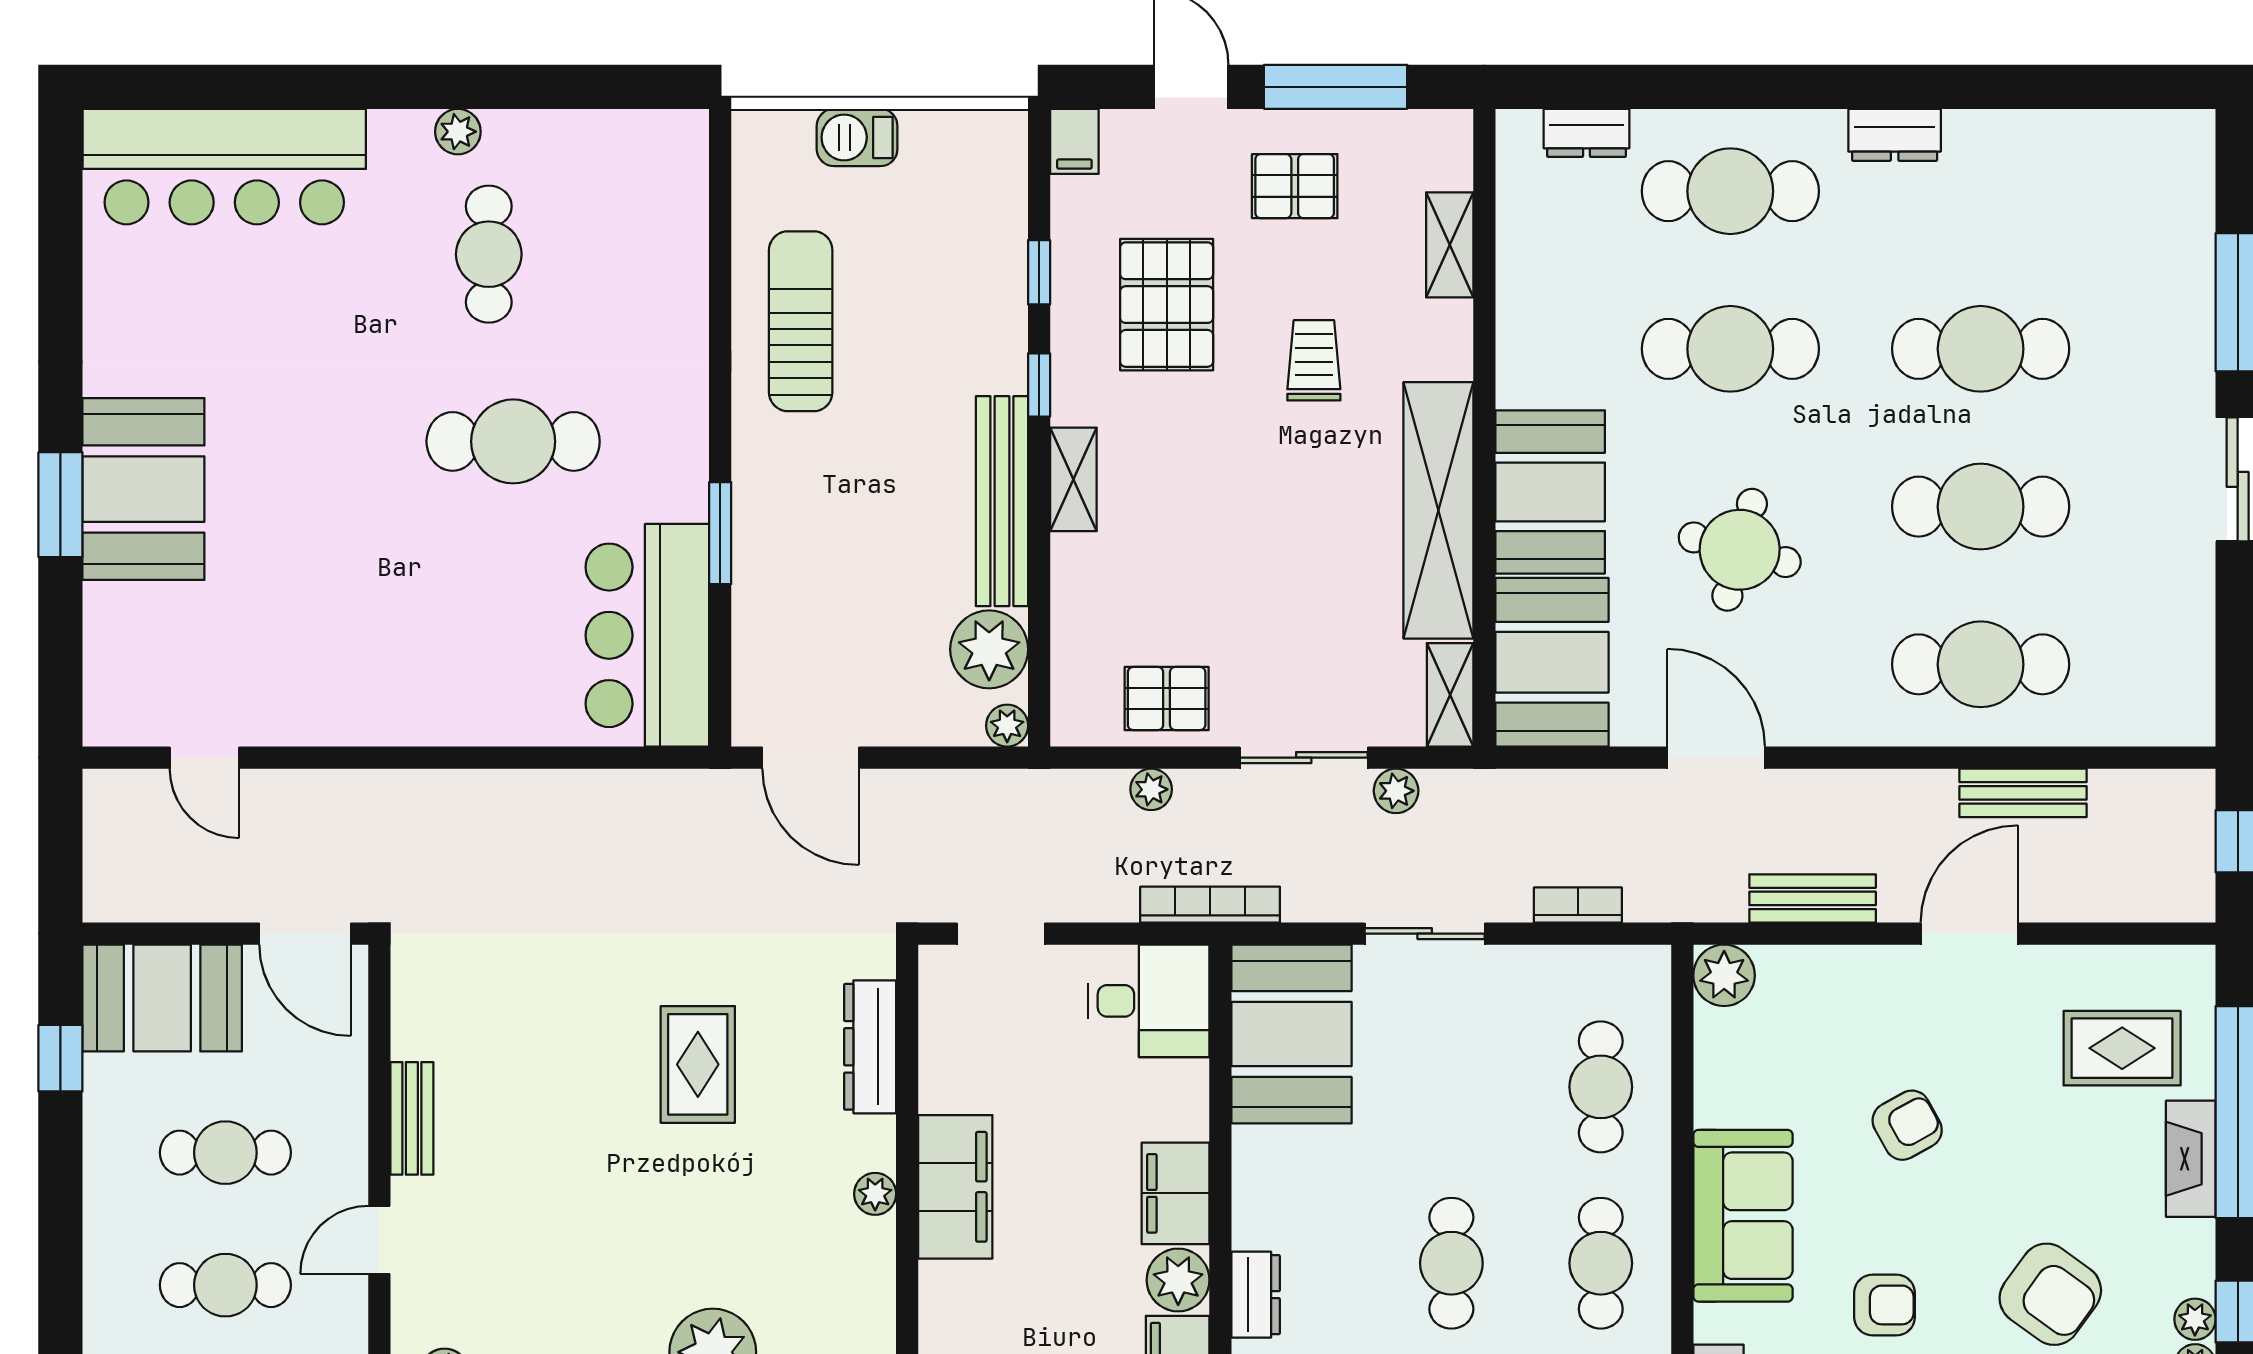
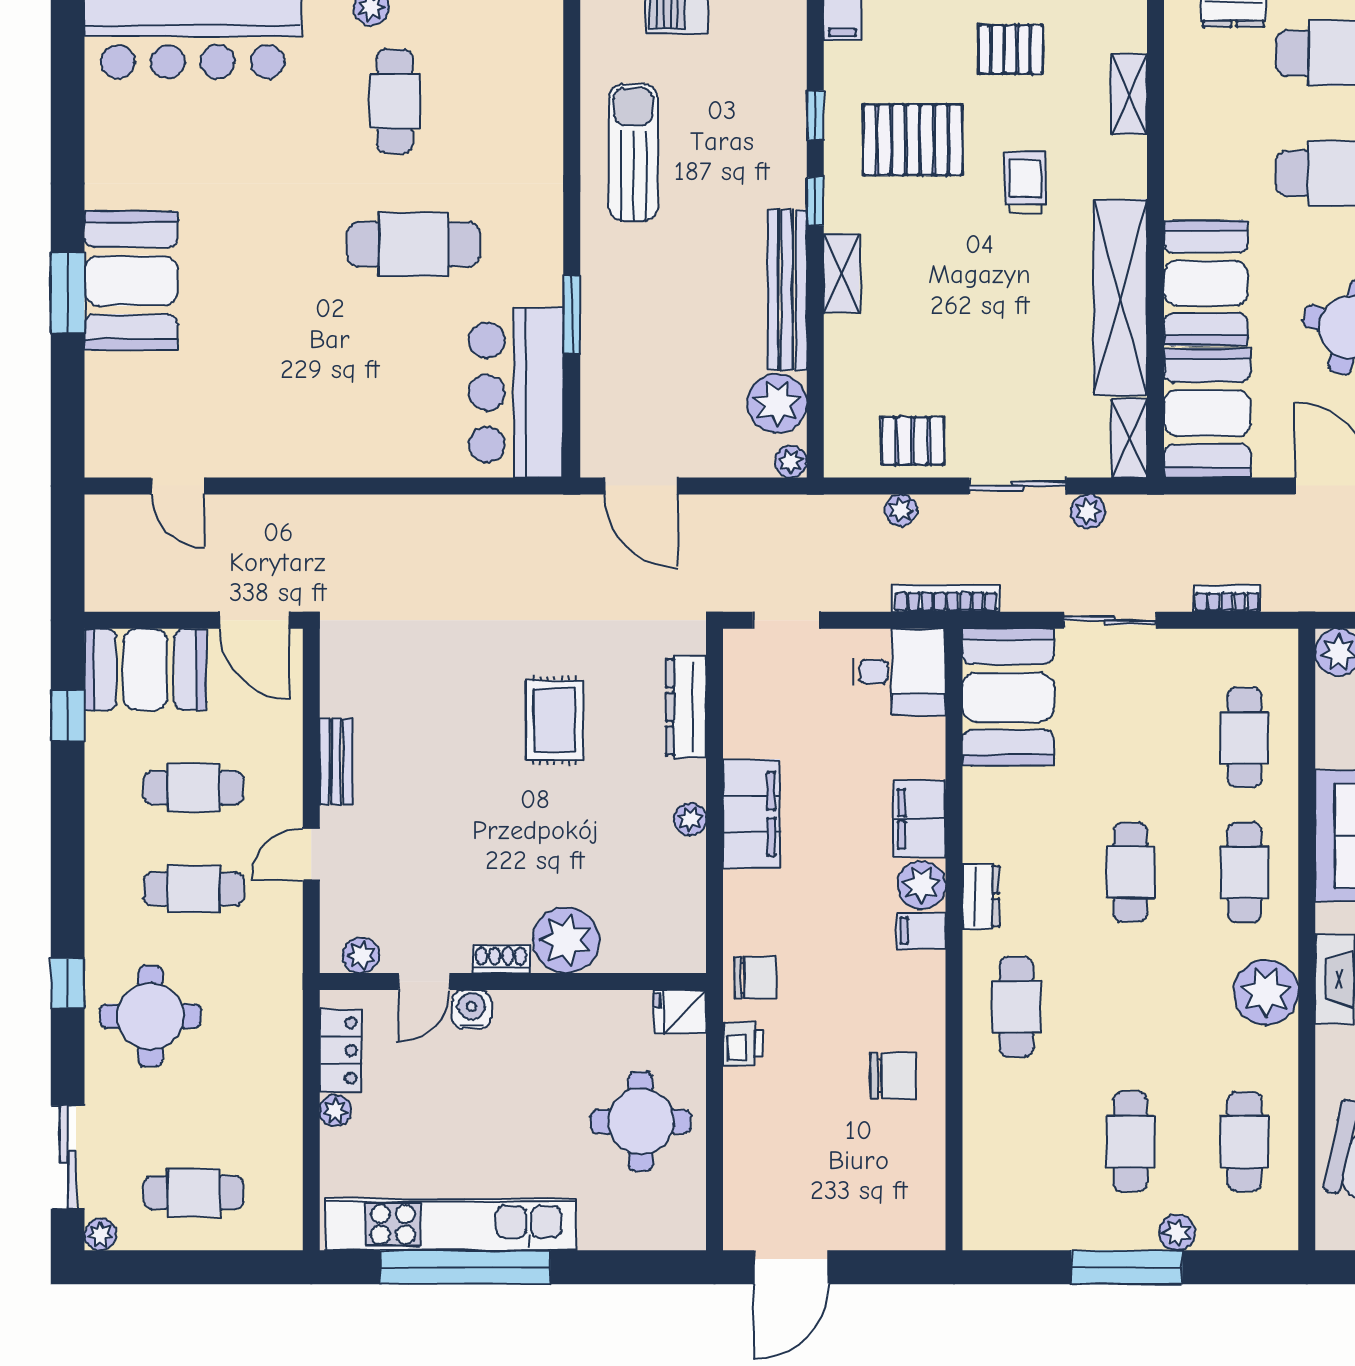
pallet: (1167, 305) -> (913, 140), turned 90

